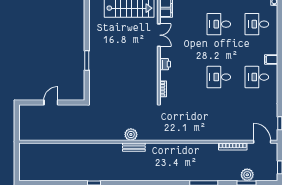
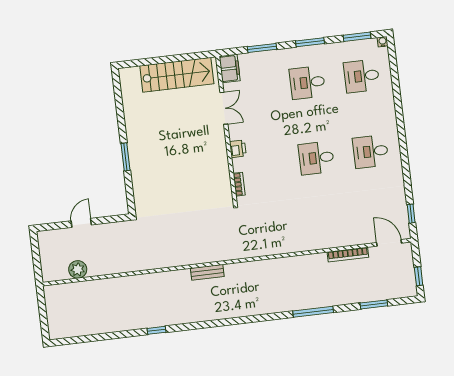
filing cabinet: (271, 60) -> (388, 124), removed
plant: (131, 134) -> (78, 269), moved
plant: (247, 175) -> (373, 292), removed

